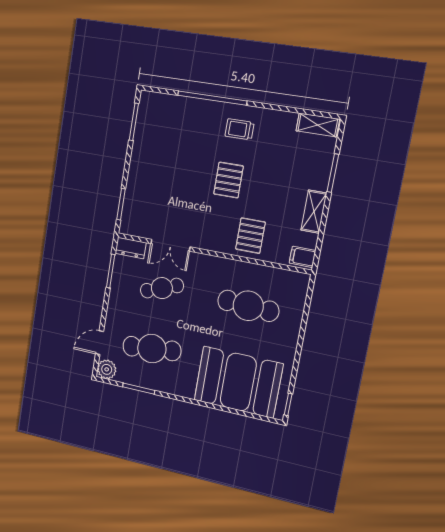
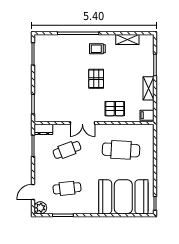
shelving: (318, 125) -> (127, 40), moved
pallet: (250, 236) -> (115, 109), turned 90
double door: (170, 245) -> (82, 123), moved
cafe table: (152, 349) -> (67, 188), width x0.73, depth x0.74

